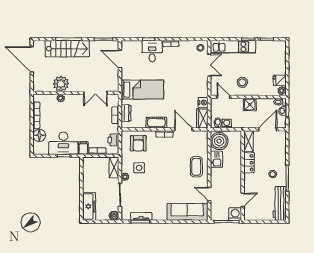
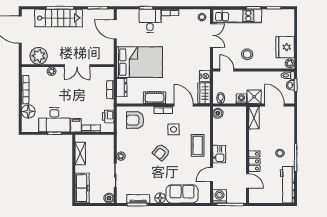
fridge: (280, 80) -> (285, 47), width x1.88, depth x1.34
plant: (61, 84) -> (39, 56), moved
bed: (142, 90) -> (139, 62), width x1.50
double door: (95, 93) -> (77, 66), moved
shower: (250, 105) -> (254, 97), moved
washing machine: (227, 124) -> (241, 99), moved
door: (268, 129) -> (275, 105), hinge flipped
boiler: (219, 141) -> (218, 113), width x0.54, depth x0.54
armchair: (138, 143) -> (135, 120), turned 90
kitchen sink: (216, 159) -> (219, 154), moved
locker: (249, 163) -> (254, 161), moved
shelving: (114, 167) -> (80, 154), moved
side table: (139, 168) -> (173, 129), moved
armchair: (162, 173) -> (161, 152), added
door: (209, 194) -> (211, 175), hinge flipped
door: (243, 200) -> (248, 181), hinge flipped
sofa: (187, 212) -> (182, 194), width x0.73
washing machine: (235, 214) -> (220, 196), moved
floor lamp: (161, 216) -> (160, 198), added

